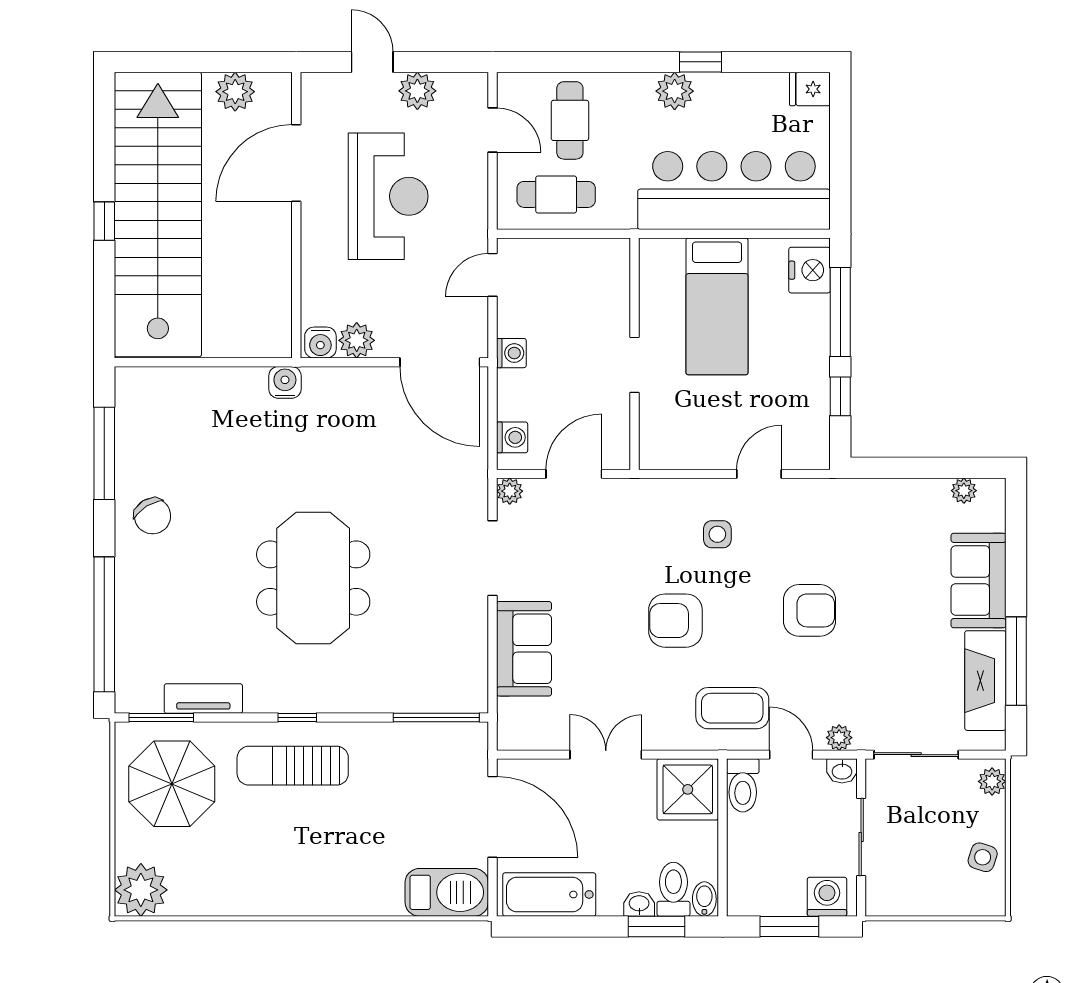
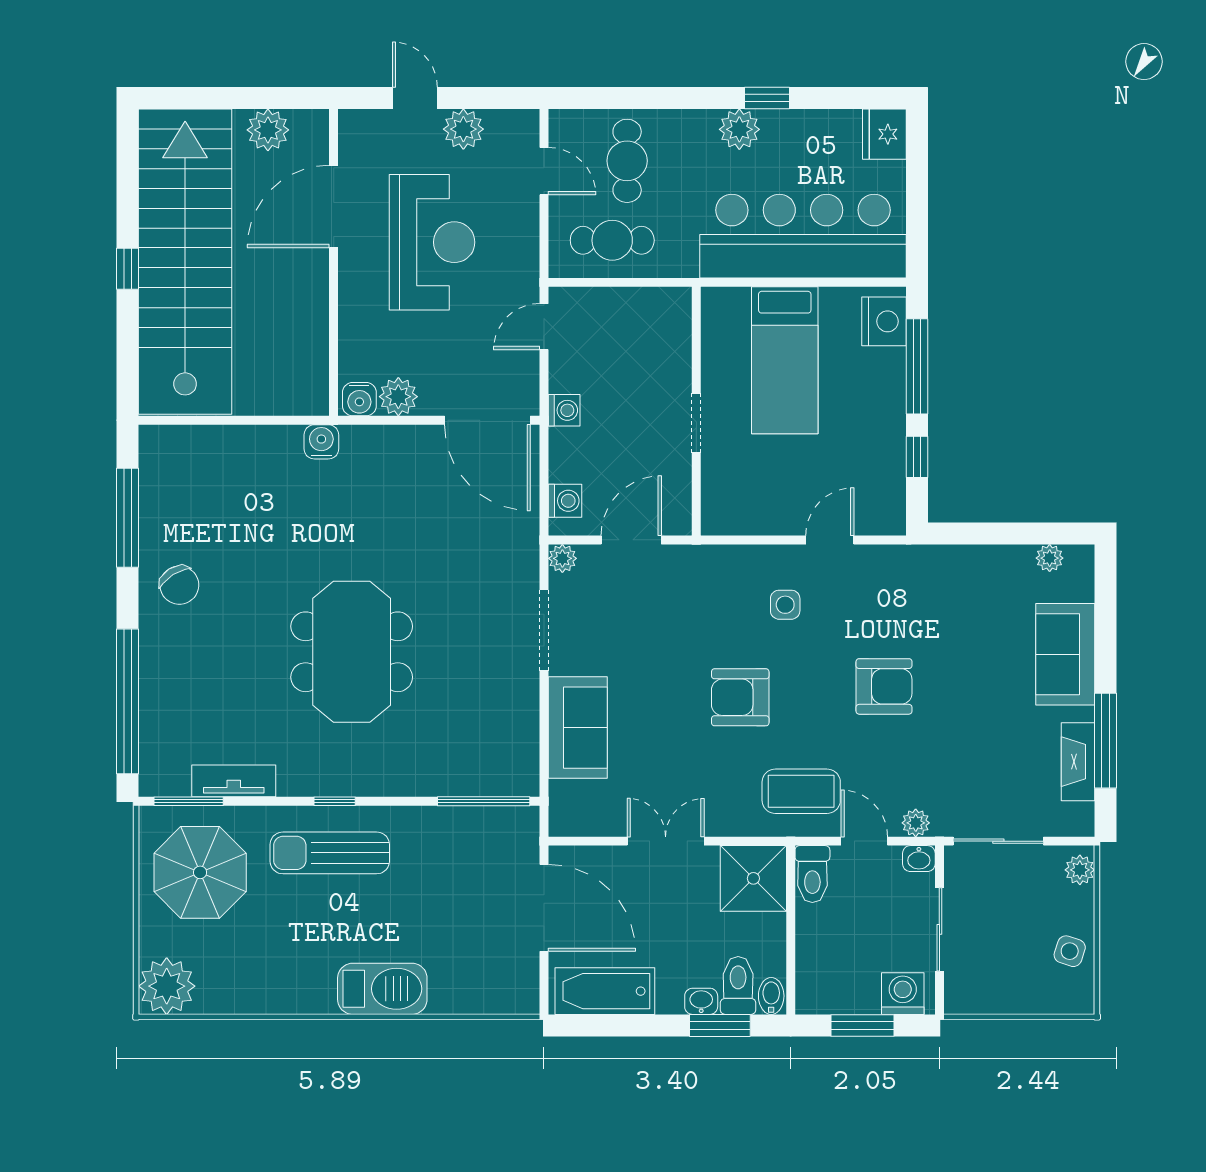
fridge: (810, 89) -> (884, 134), width x1.38
fireplace: (985, 681) -> (1078, 762), width x0.73, depth x0.76
barbecue: (447, 892) -> (382, 989), moved

